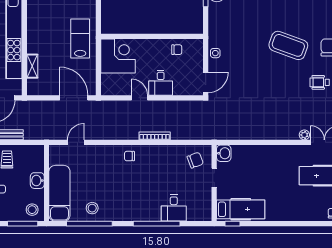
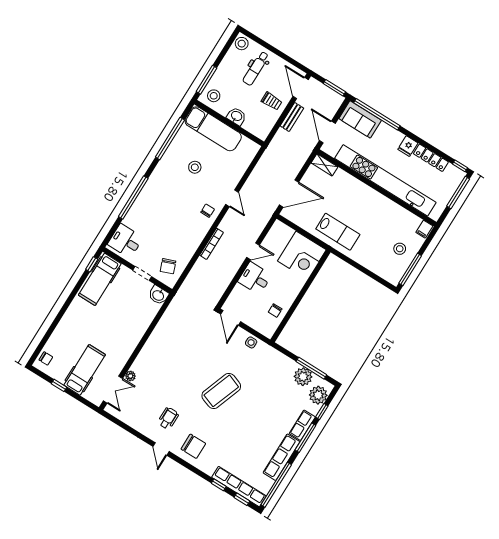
coffee table: (288, 45) -> (221, 391), moved
shelving: (32, 66) -> (325, 165), moved
door: (76, 142) -> (232, 198), moved
stool: (92, 208) -> (195, 167), moved
desk: (174, 208) -> (125, 241), moved

